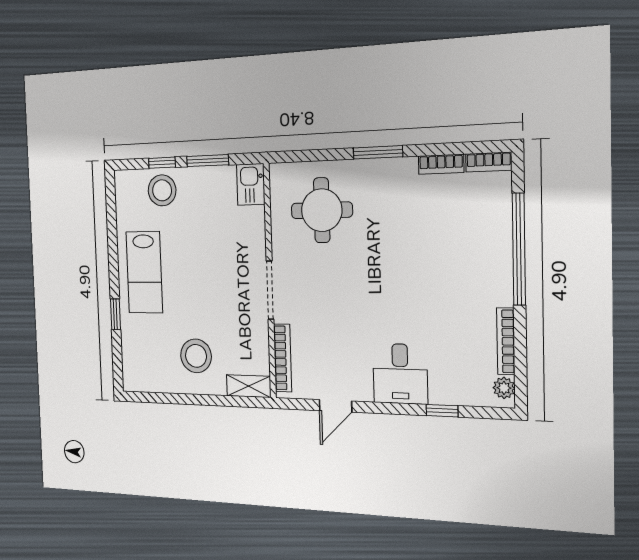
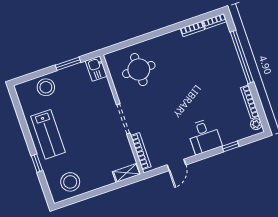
window: (378, 152) -> (159, 33), removed
window: (162, 163) -> (42, 73), removed
stool: (196, 356) -> (70, 182), moved

